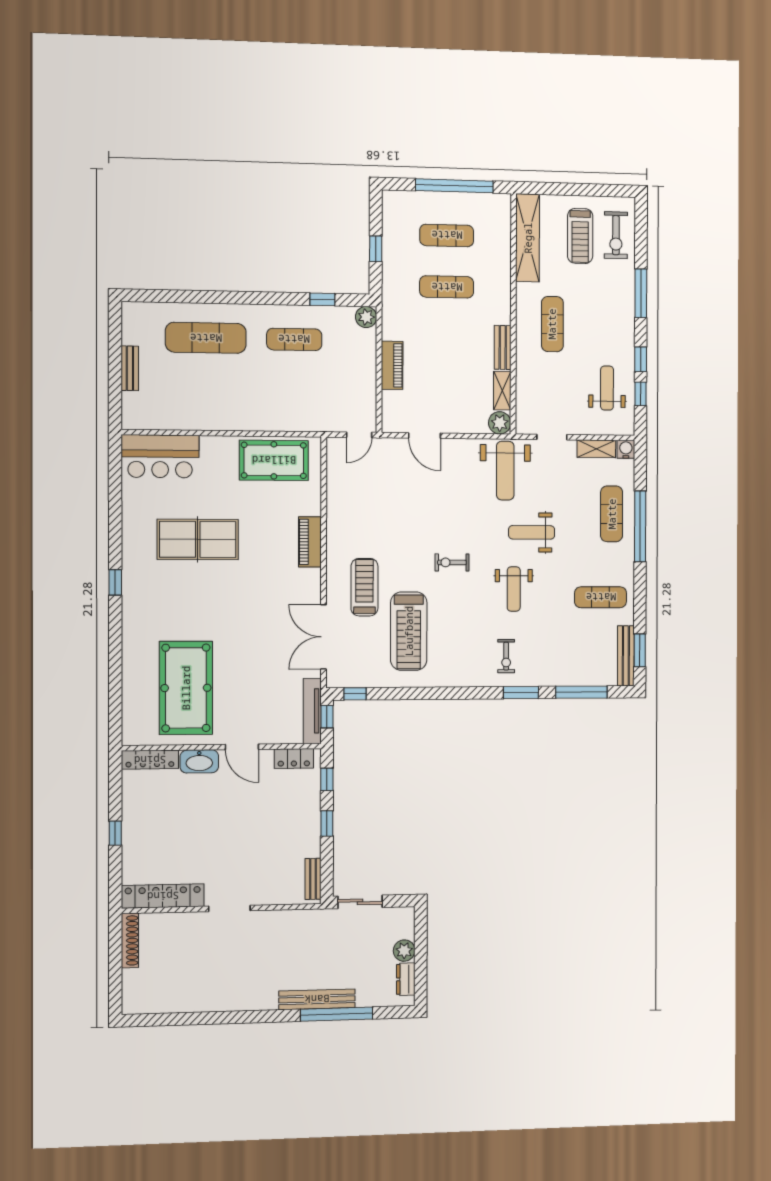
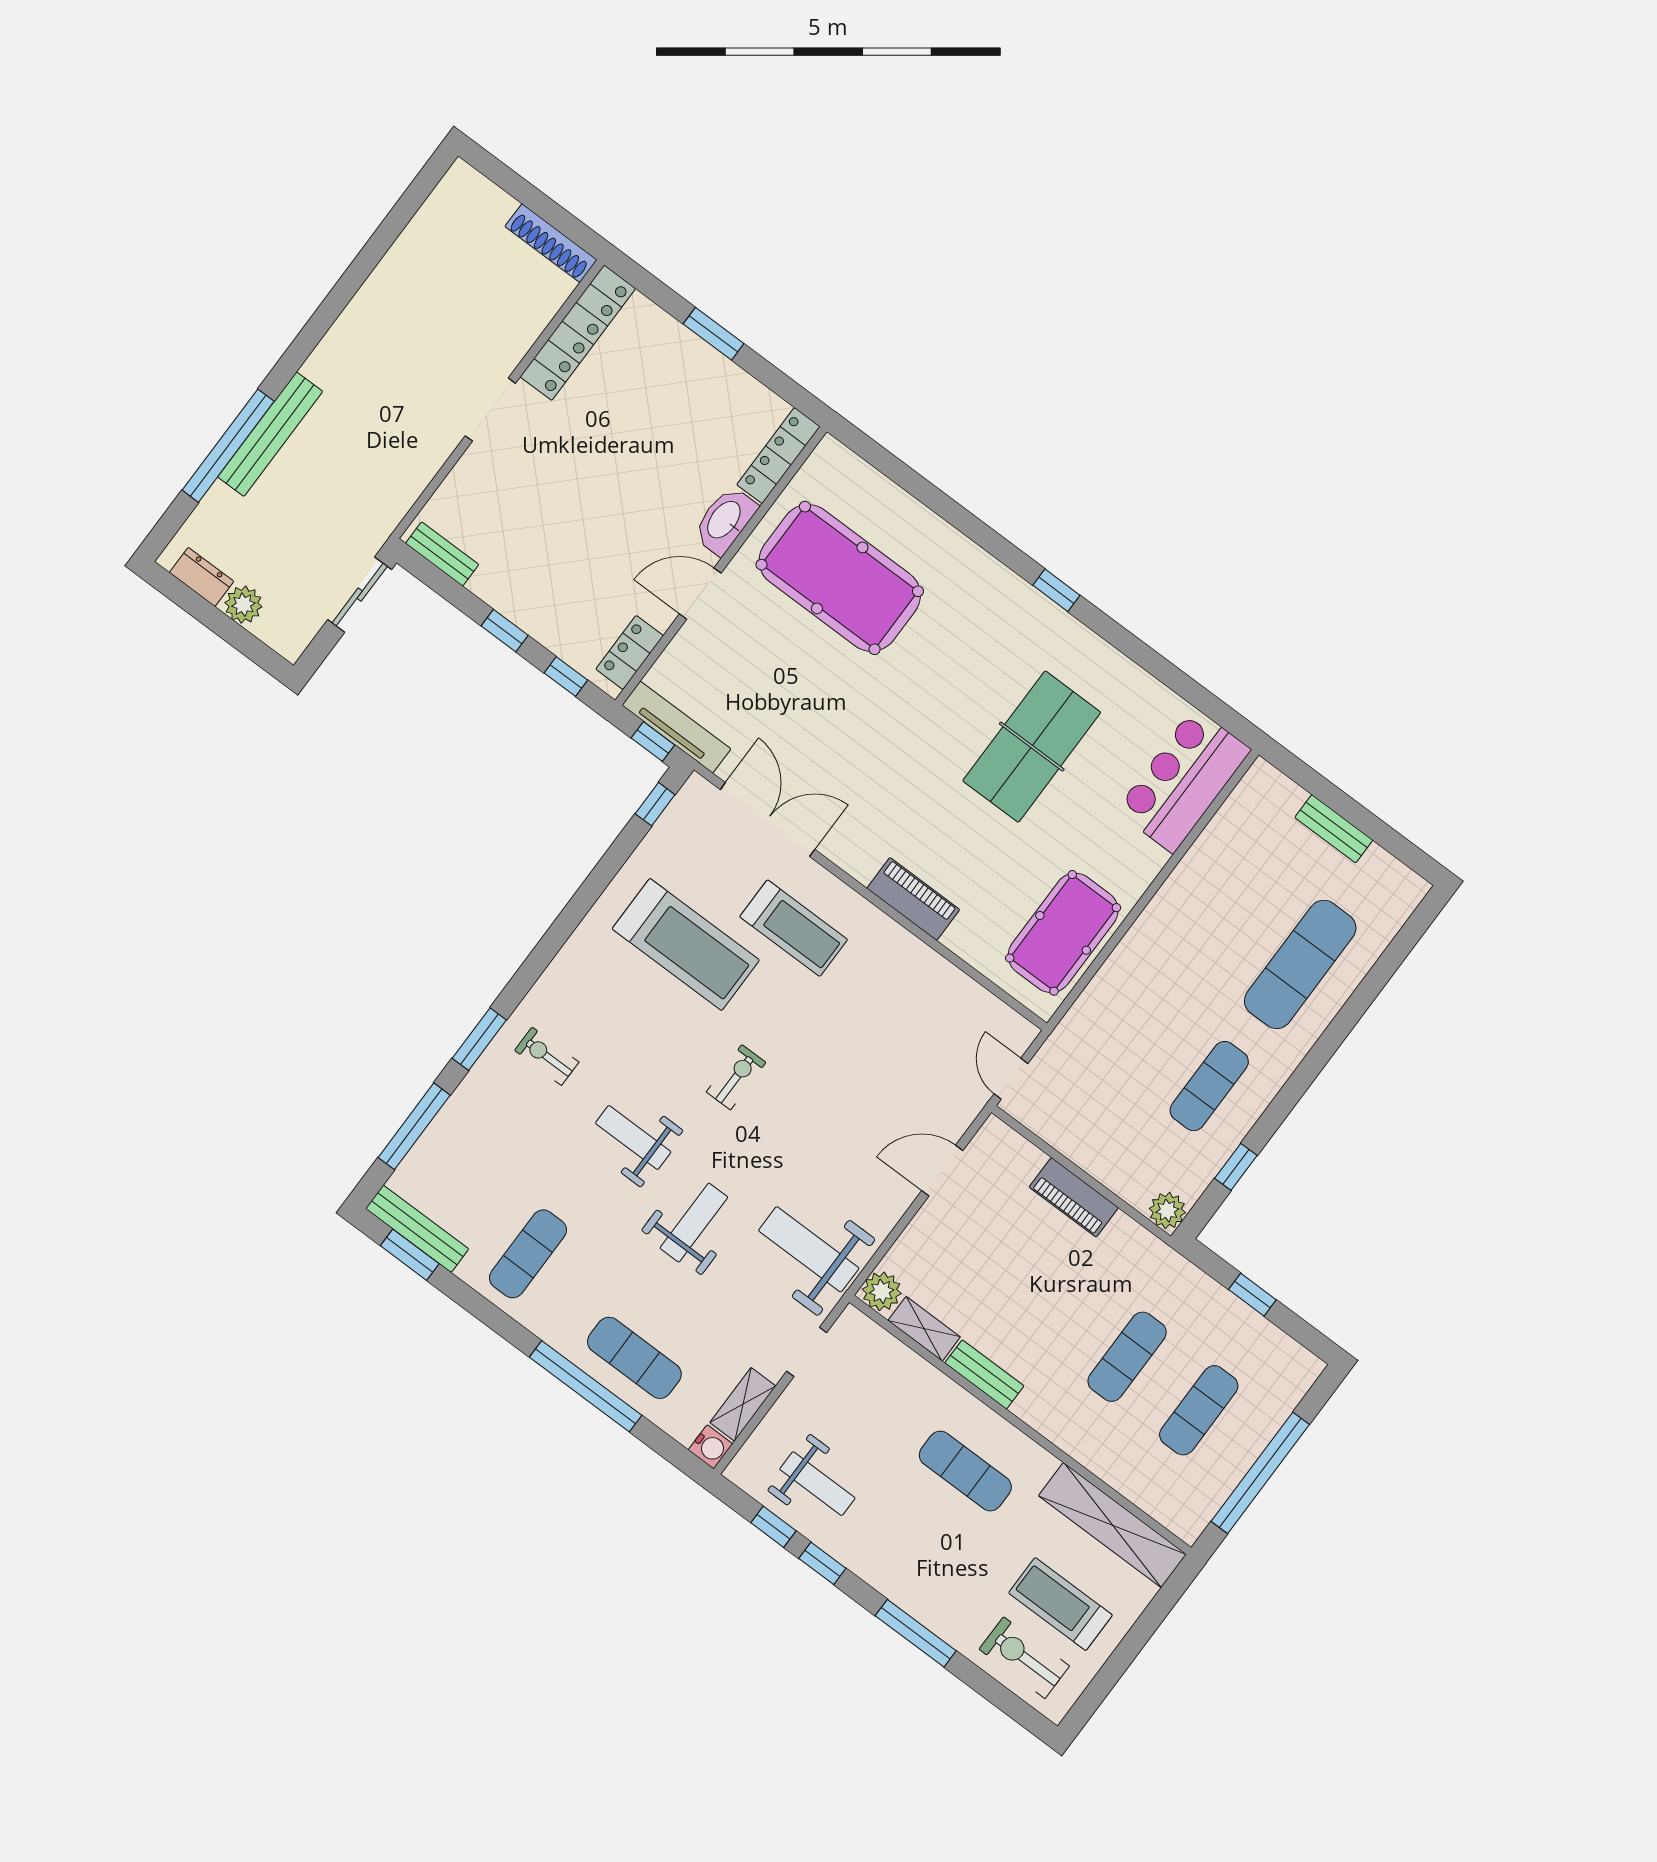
treadmill: (409, 631) -> (686, 944), turned 180
window: (115, 833) -> (714, 334), width x1.50

